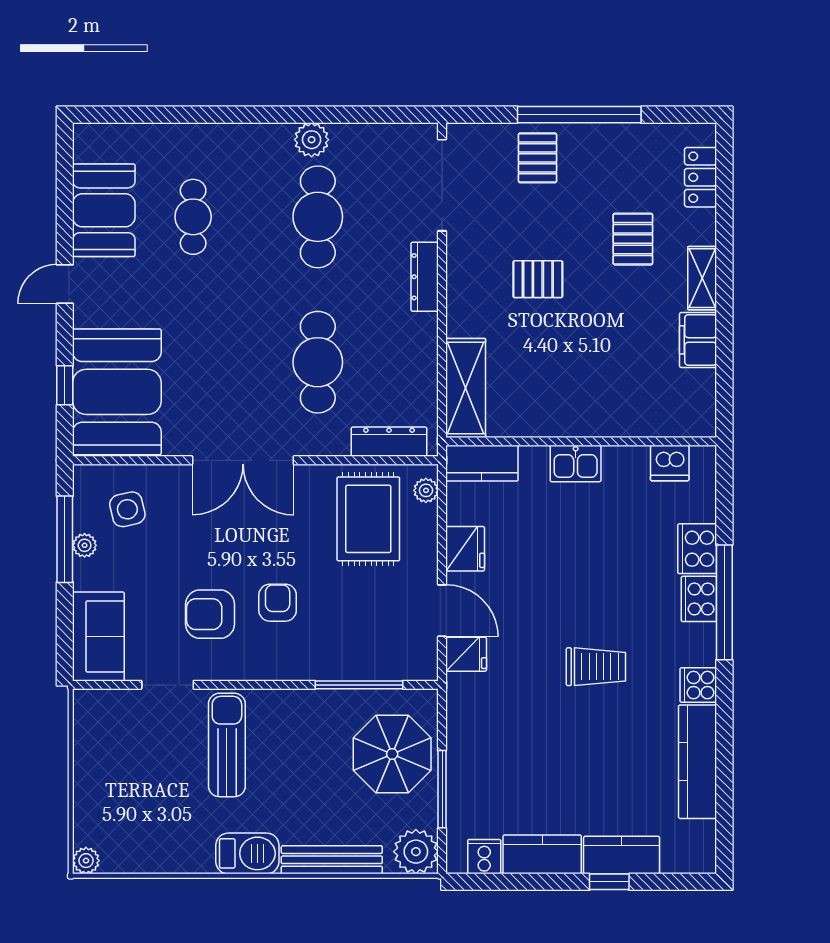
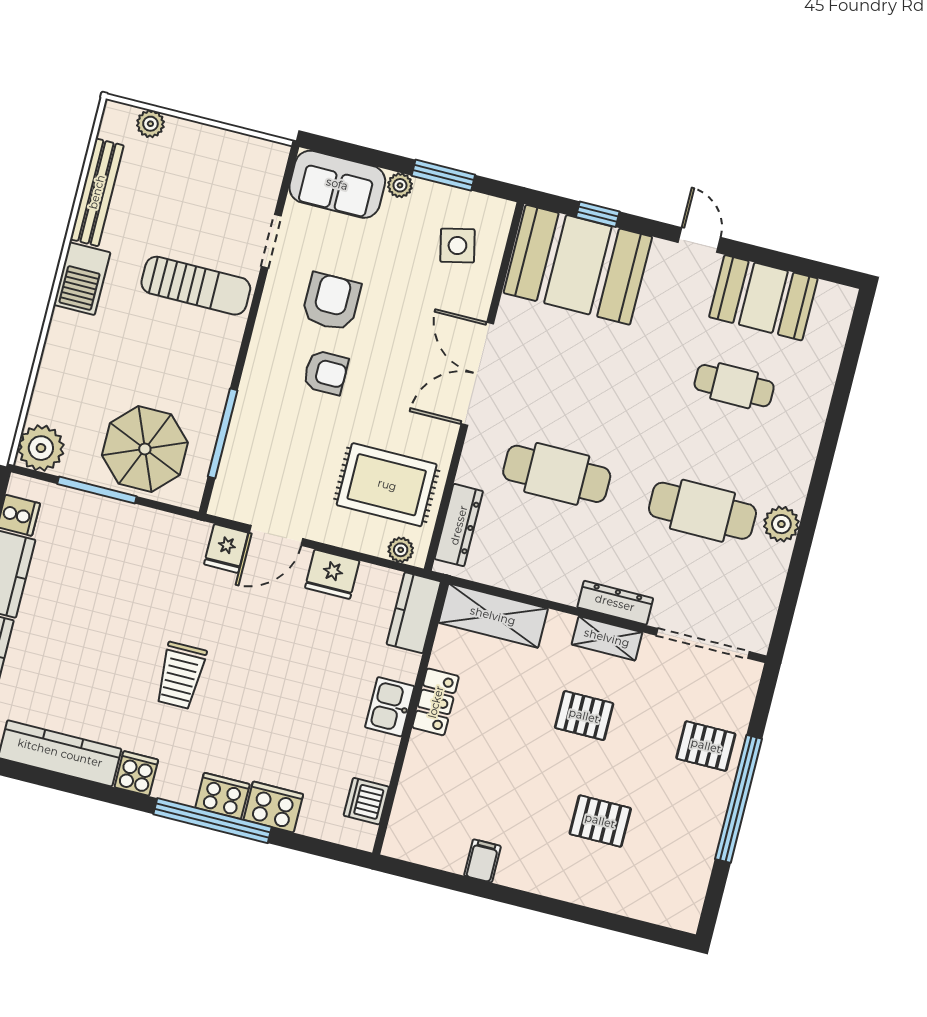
locker: (701, 177) -> (436, 702), moved, turned 90
shelving: (702, 278) -> (607, 638), moved
pallet: (538, 279) -> (584, 716), turned 90
filing cabinet: (698, 340) -> (482, 861), width x0.50
window: (65, 539) -> (443, 175), width x0.69
plant: (85, 545) -> (400, 185), moved
bench: (332, 860) -> (97, 192), moved
plant: (86, 861) -> (150, 124), moved

